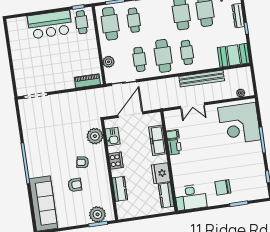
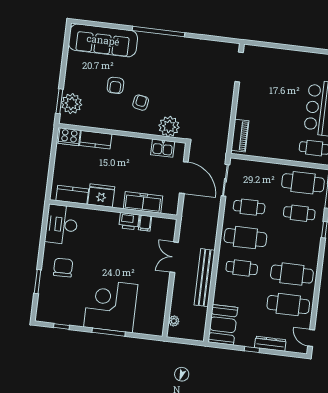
plant: (109, 62) -> (256, 168), removed
corner desk: (239, 124) -> (111, 306), moved
cooker: (116, 161) -> (69, 137), moved

